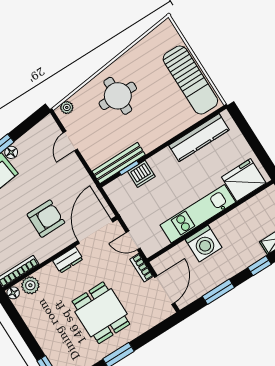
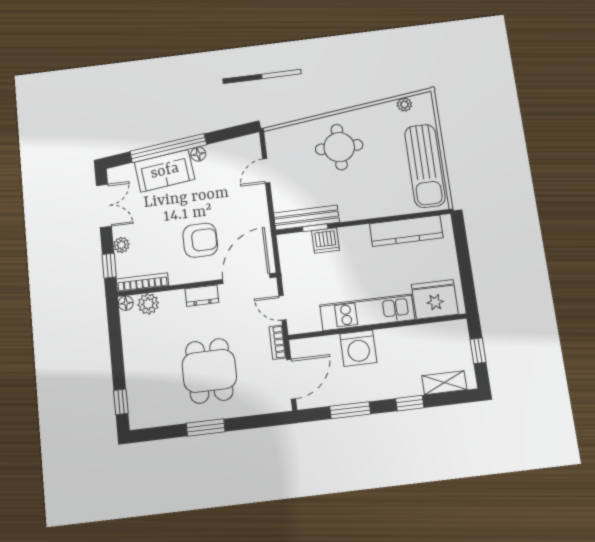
plant: (67, 107) -> (404, 104), moved

